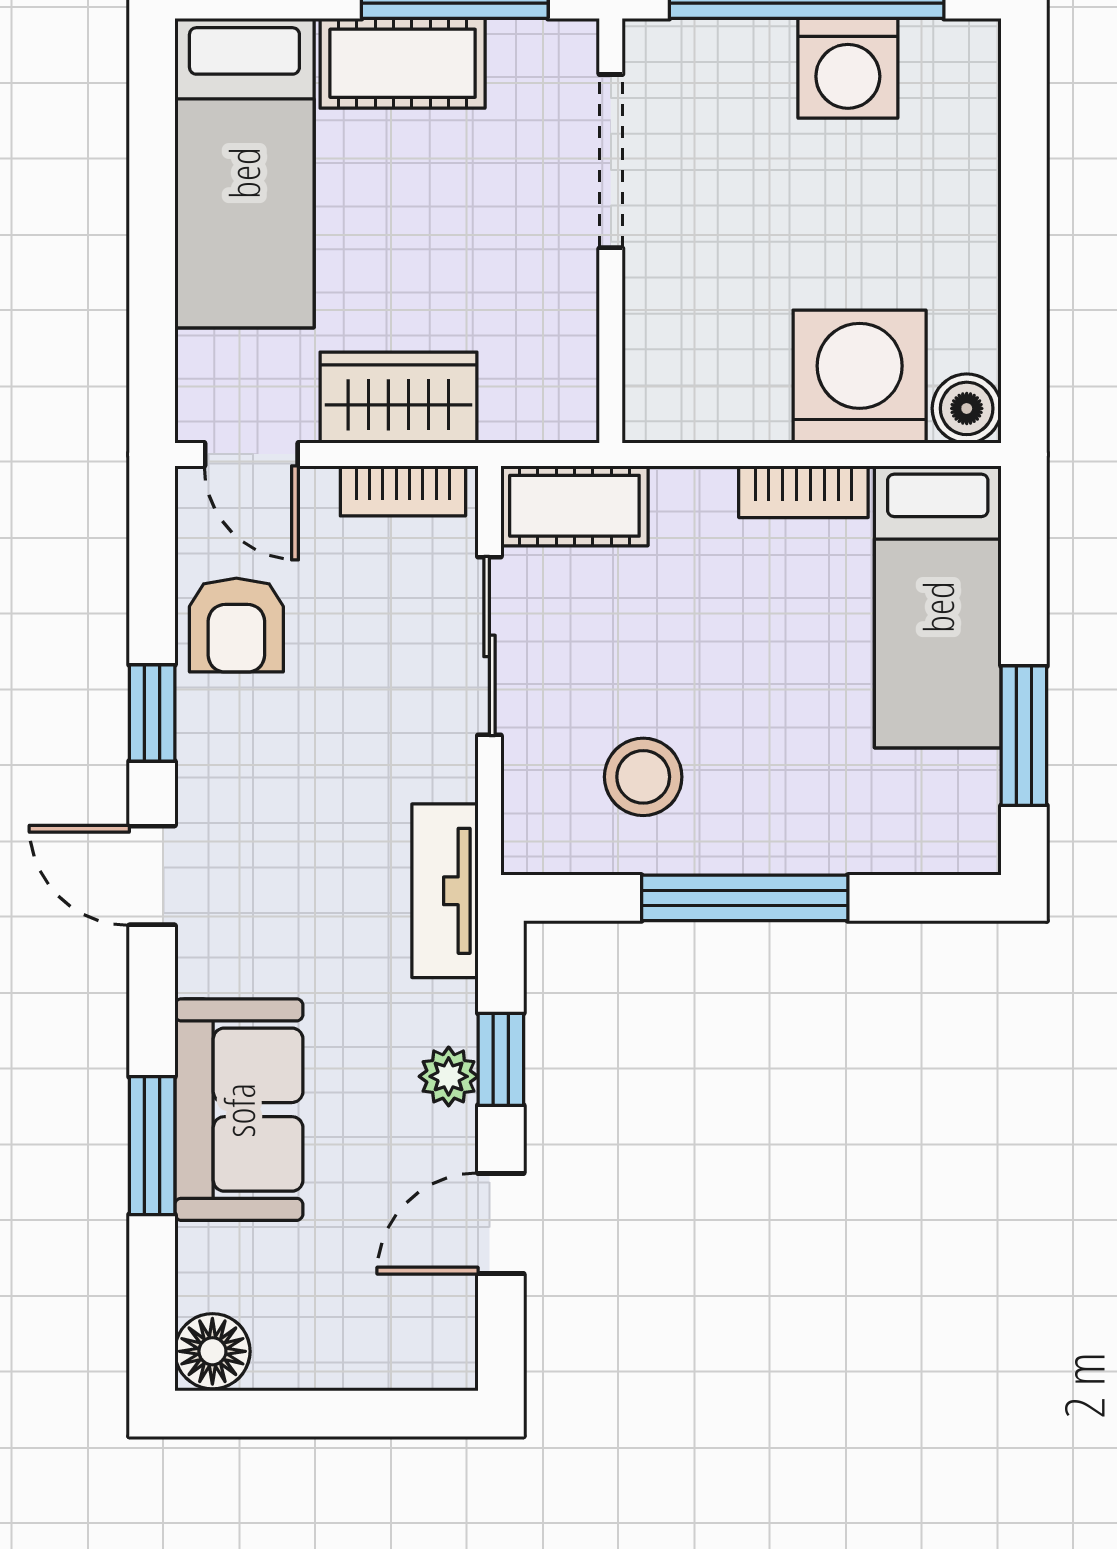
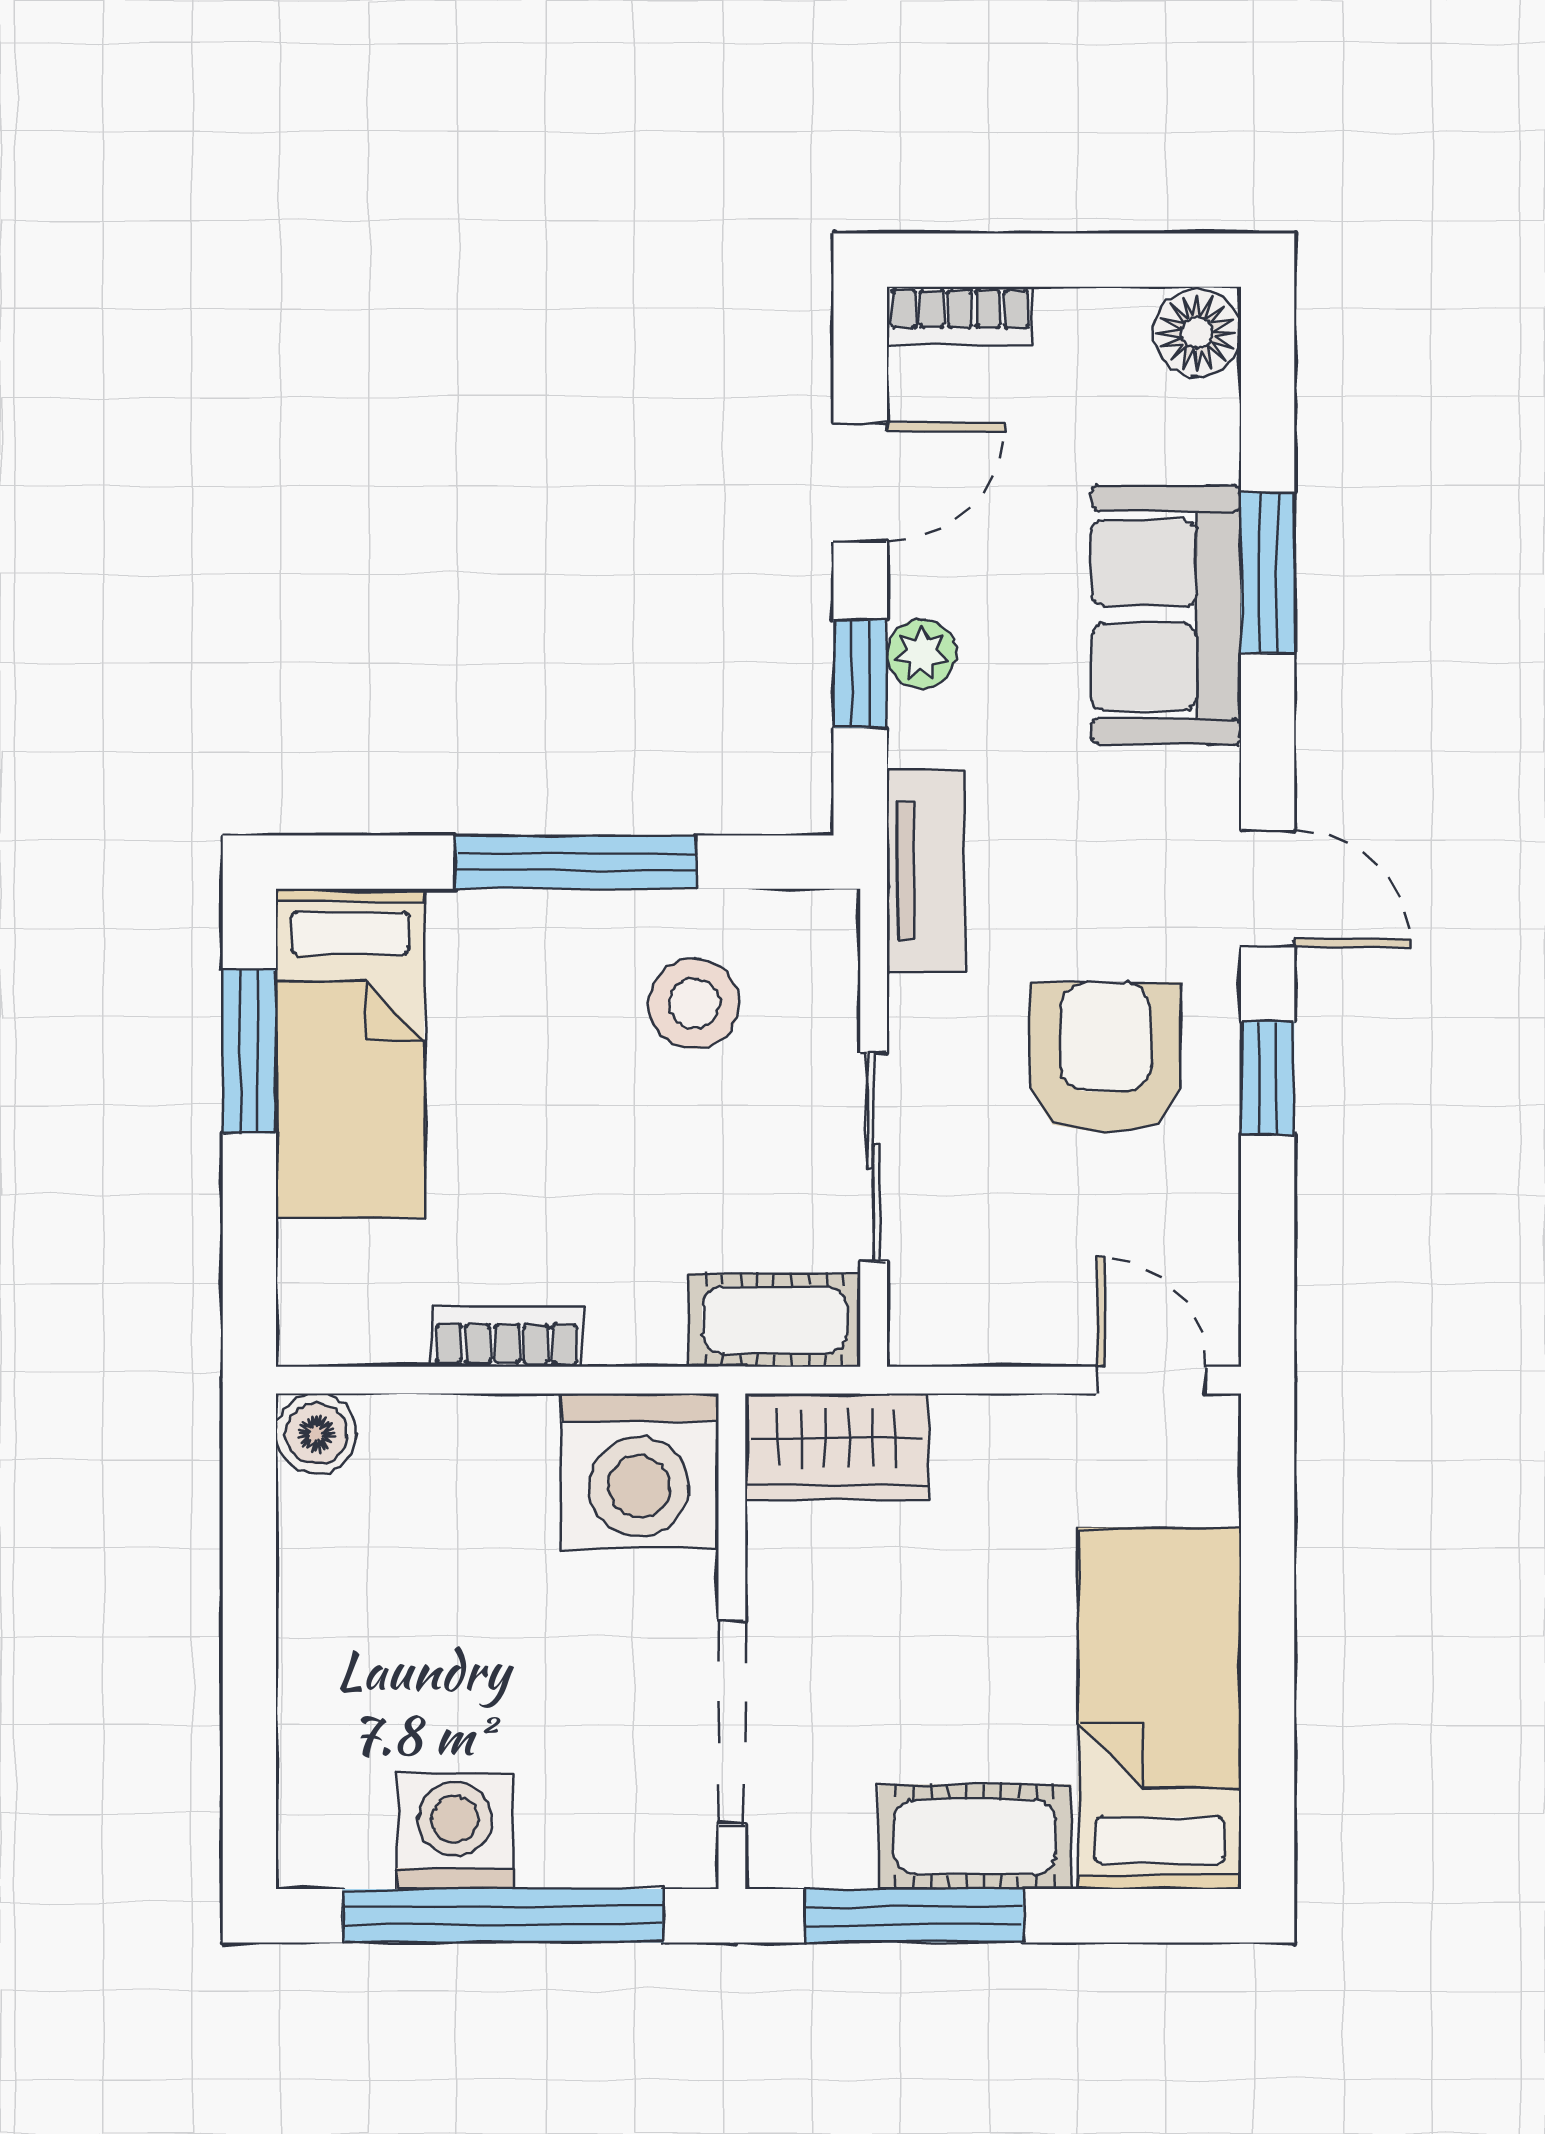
washing machine: (860, 377) -> (639, 1471), moved
wardrobe: (399, 398) -> (837, 1447), moved
bookcase: (403, 491) -> (960, 316), moved, turned 180
bed: (938, 607) -> (350, 1053), moved, turned 180
armchair: (236, 625) -> (1105, 1058), moved, width x1.38, depth x1.38

